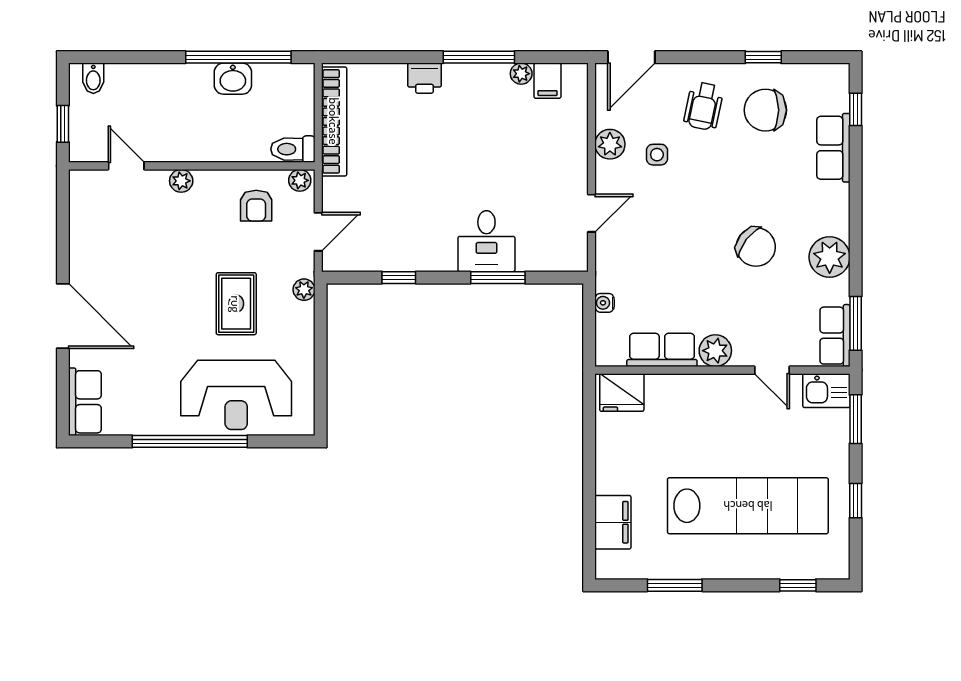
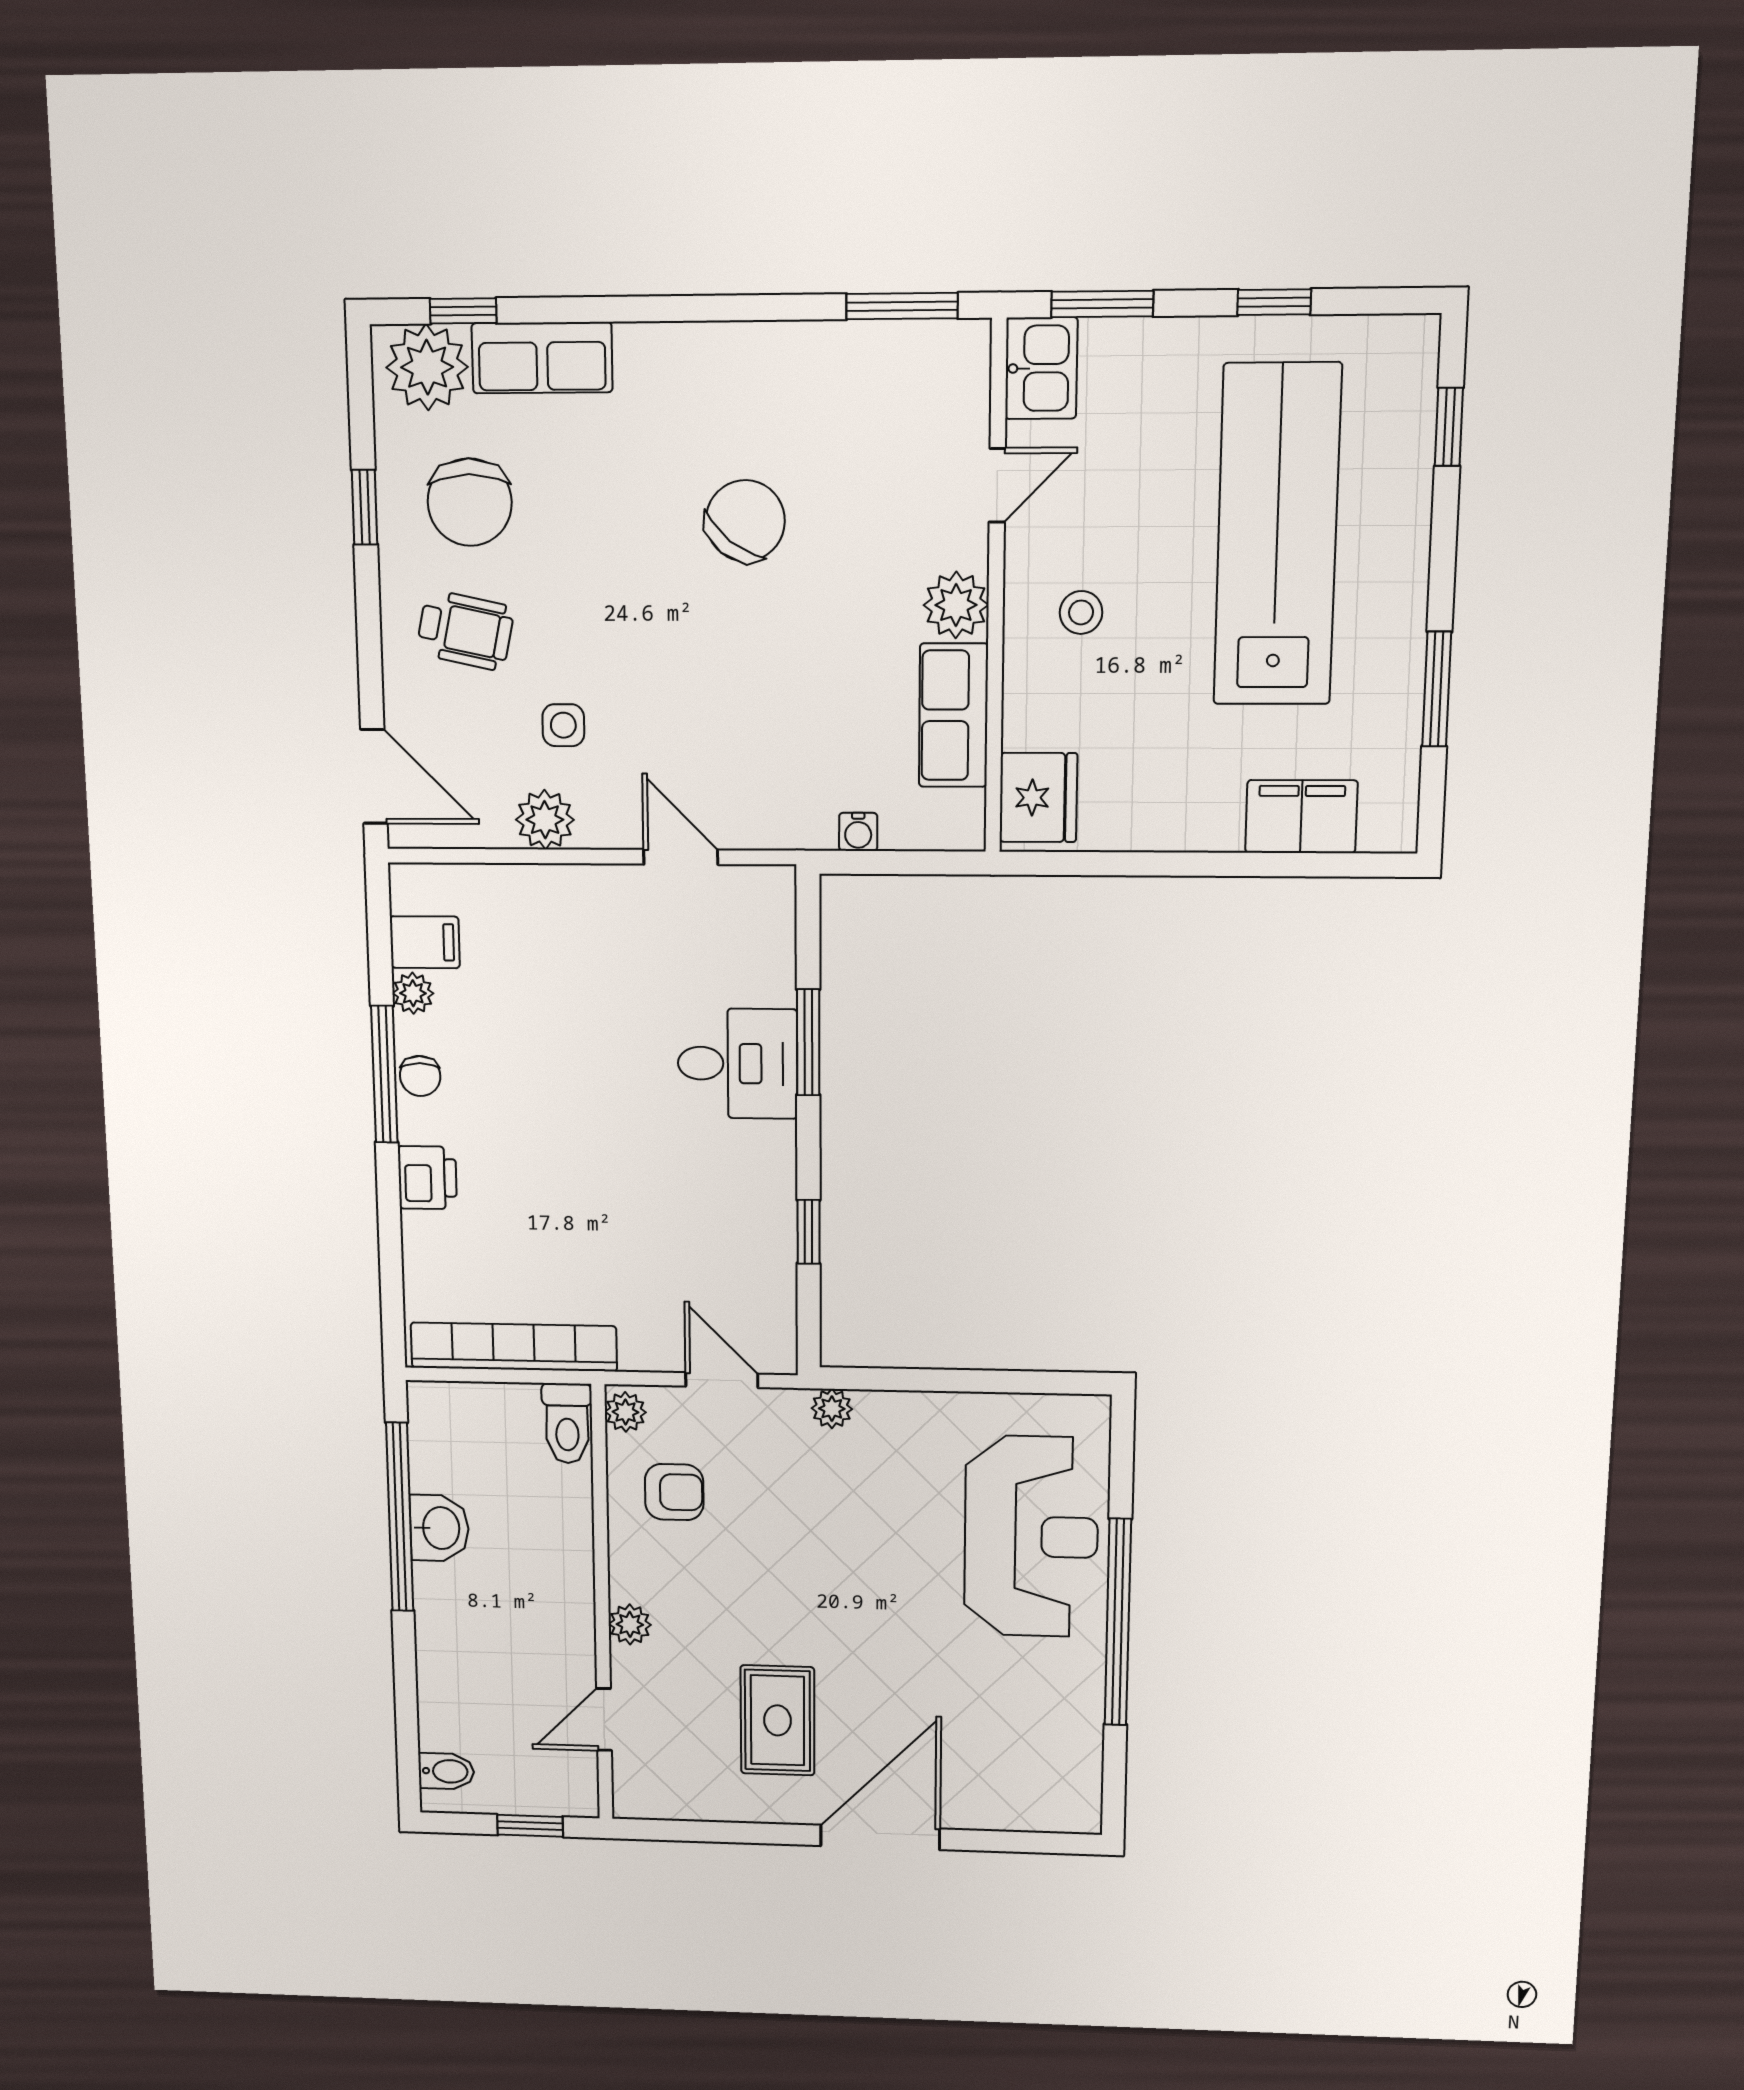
chair: (478, 76) -> (420, 1076), added
plant: (830, 257) -> (427, 367), moved
rug: (236, 304) -> (777, 1720), moved, turned 90
row of seats: (835, 336) -> (927, 351), removed
row of seats: (85, 402) -> (1039, 1805), removed
stool: (712, 412) -> (1081, 612), added

